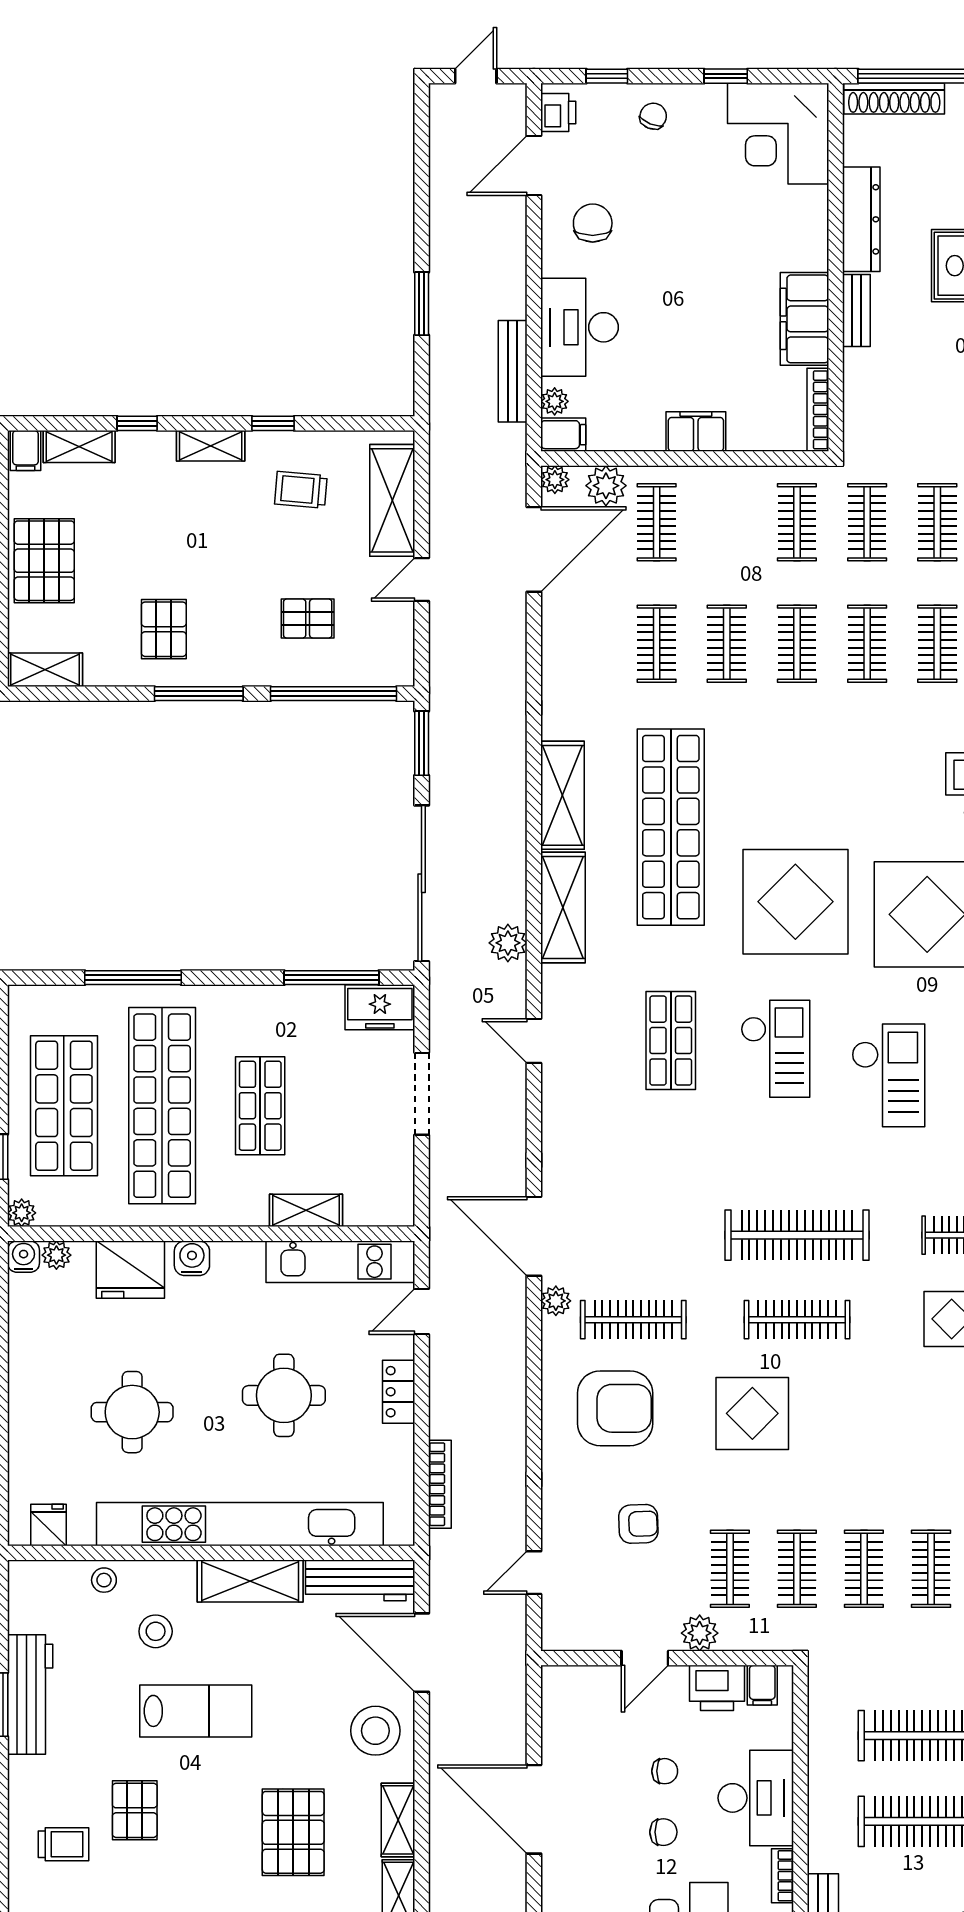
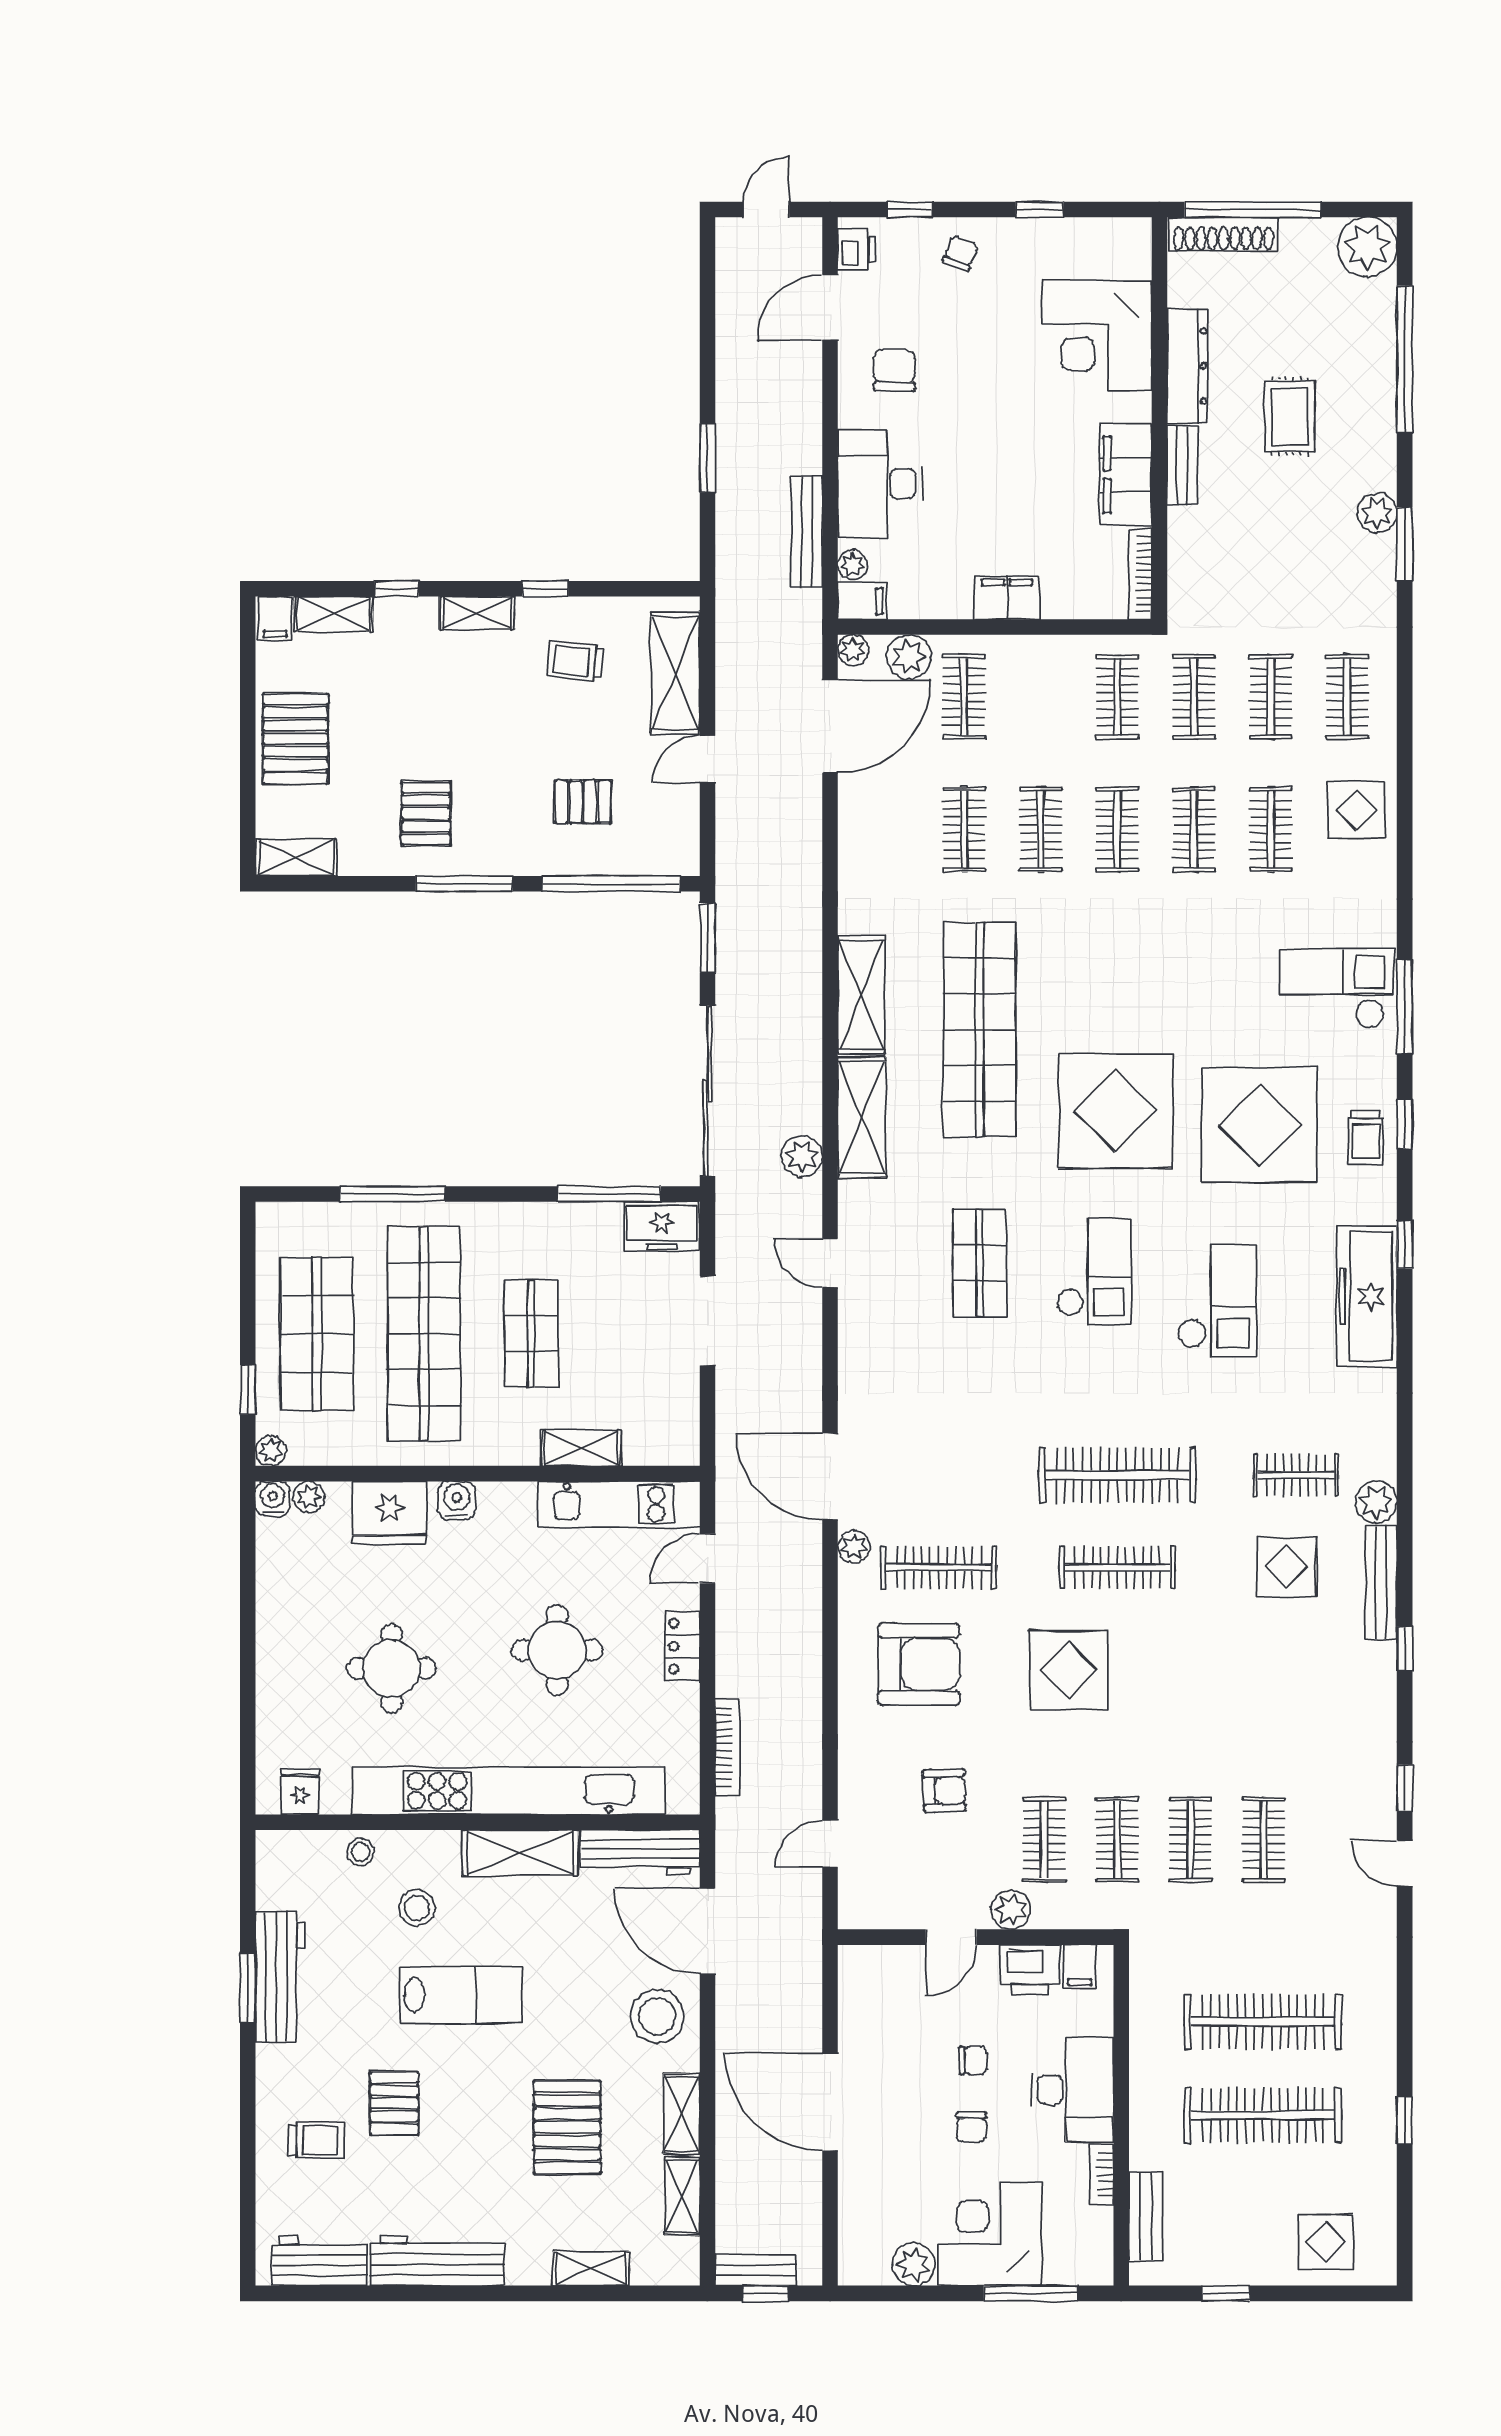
corner desk: (778, 134) -> (1097, 335), moved
chair: (663, 1832) -> (971, 2127), turned 90

